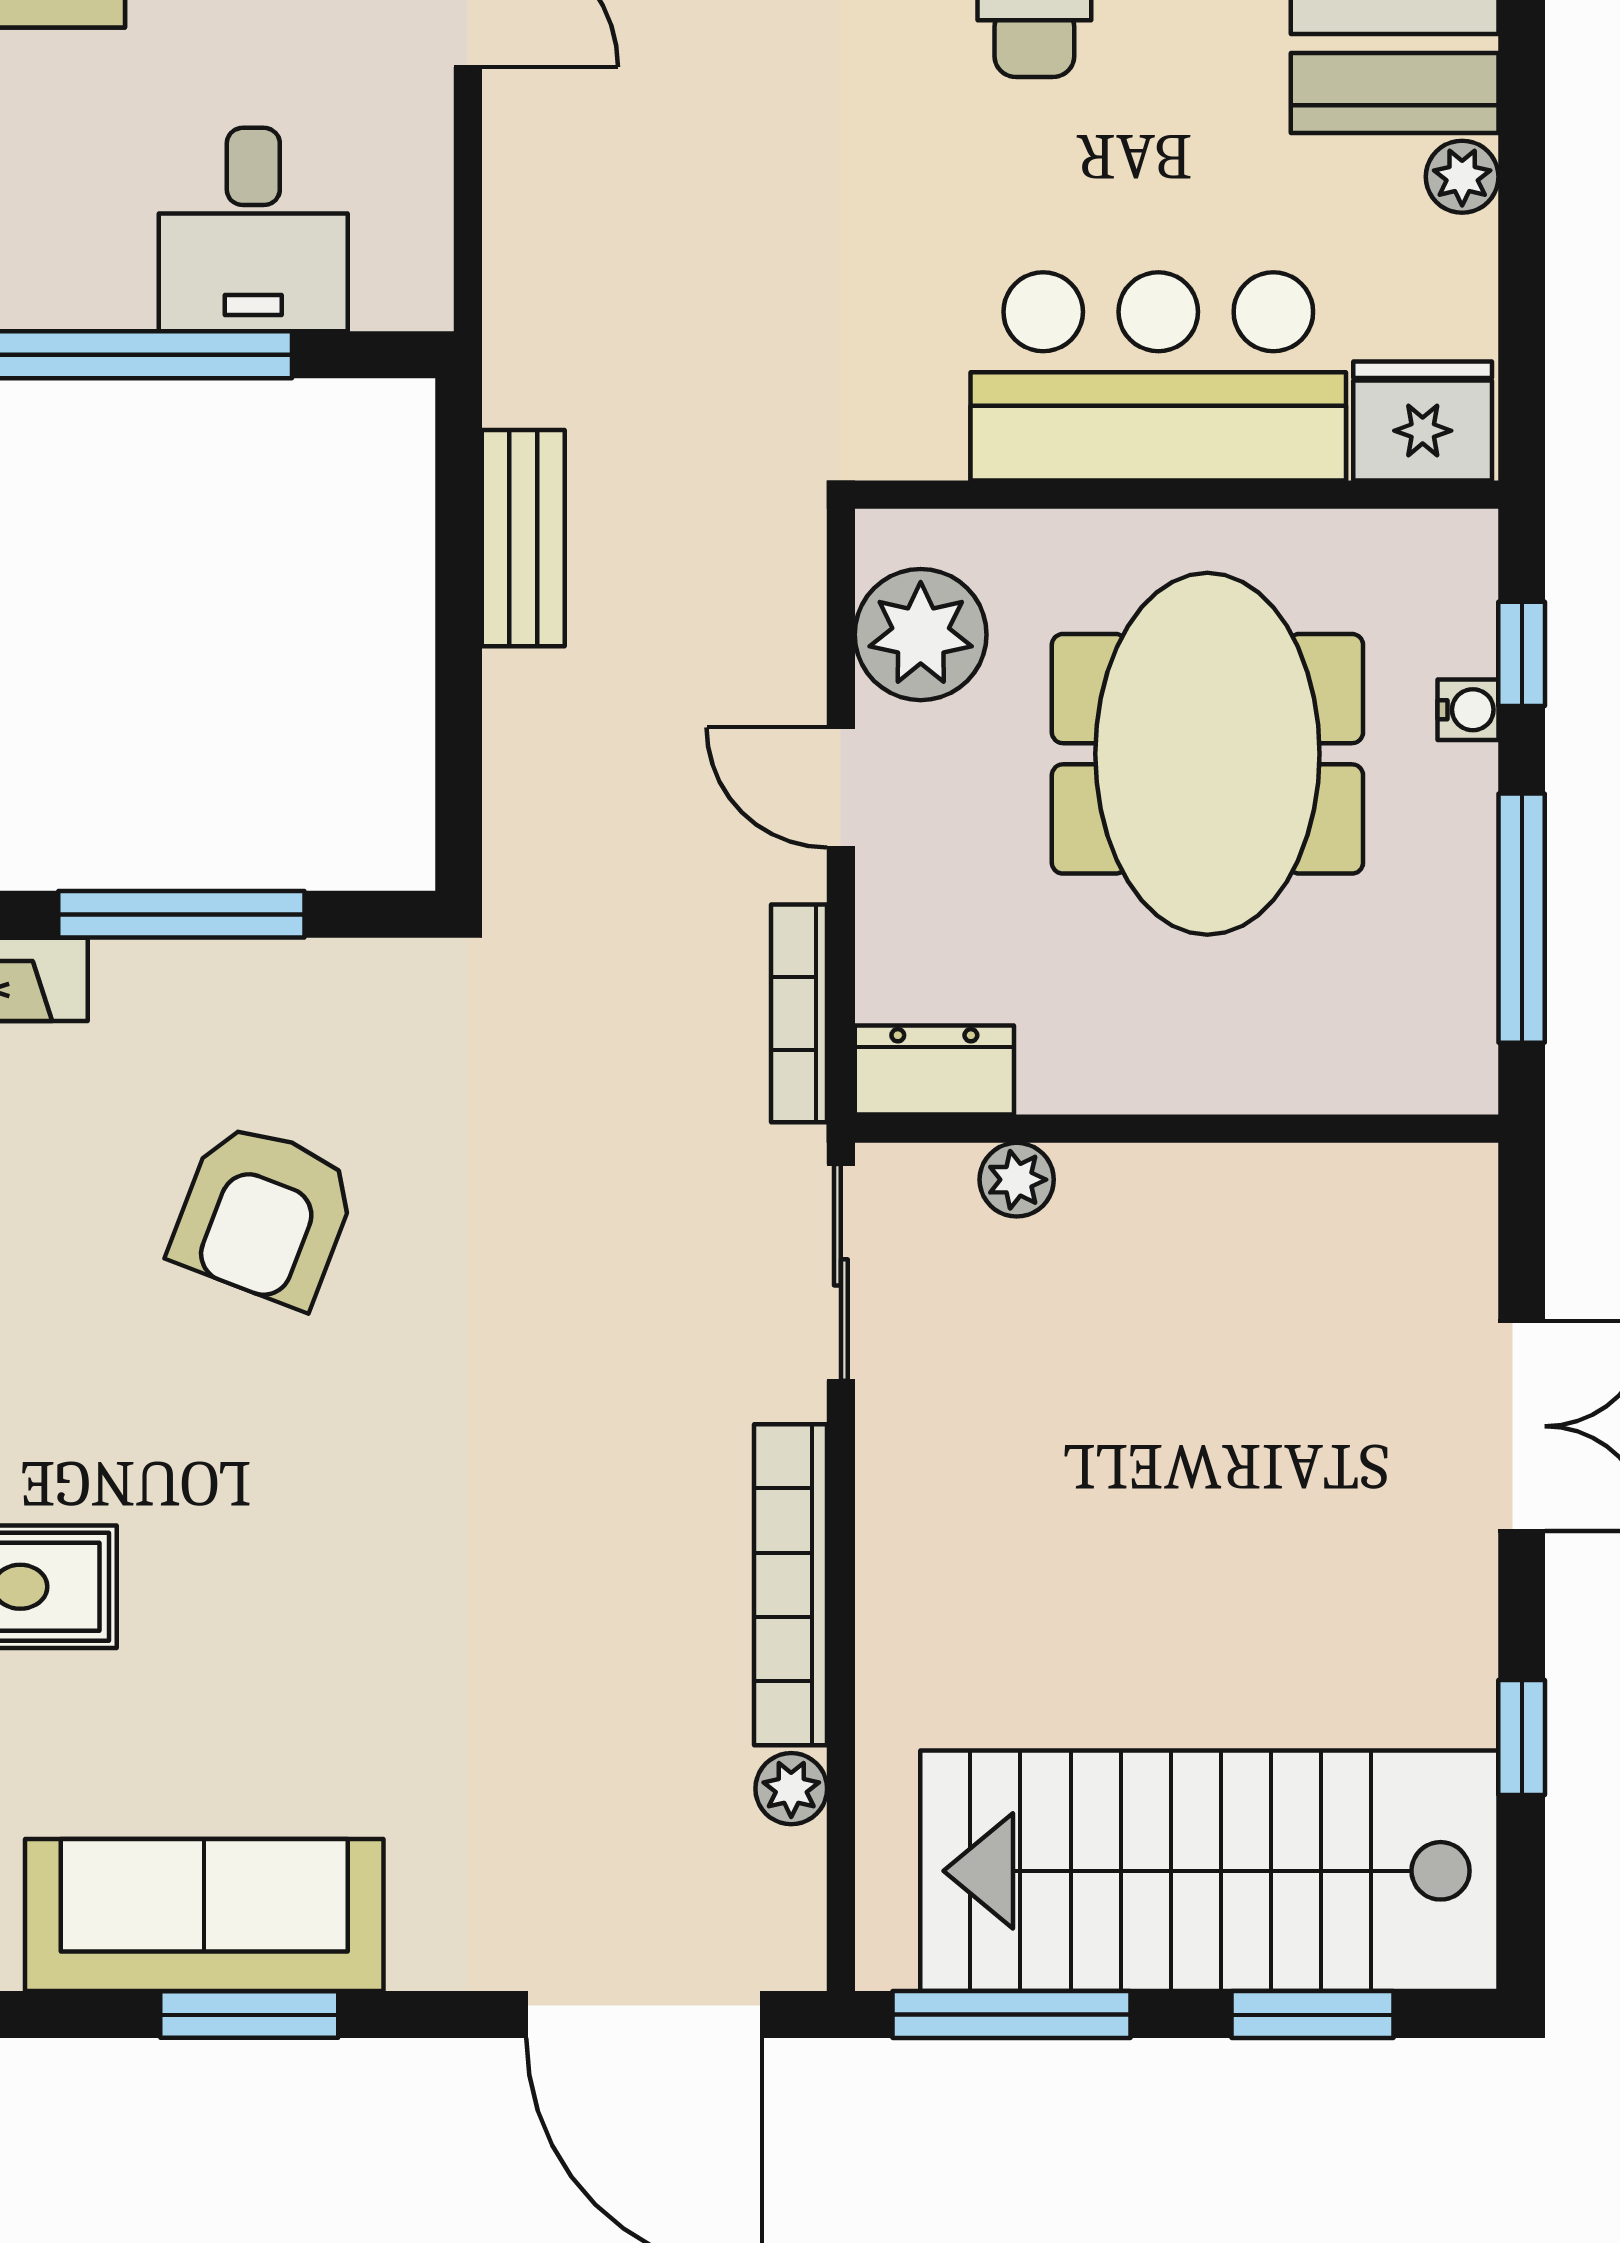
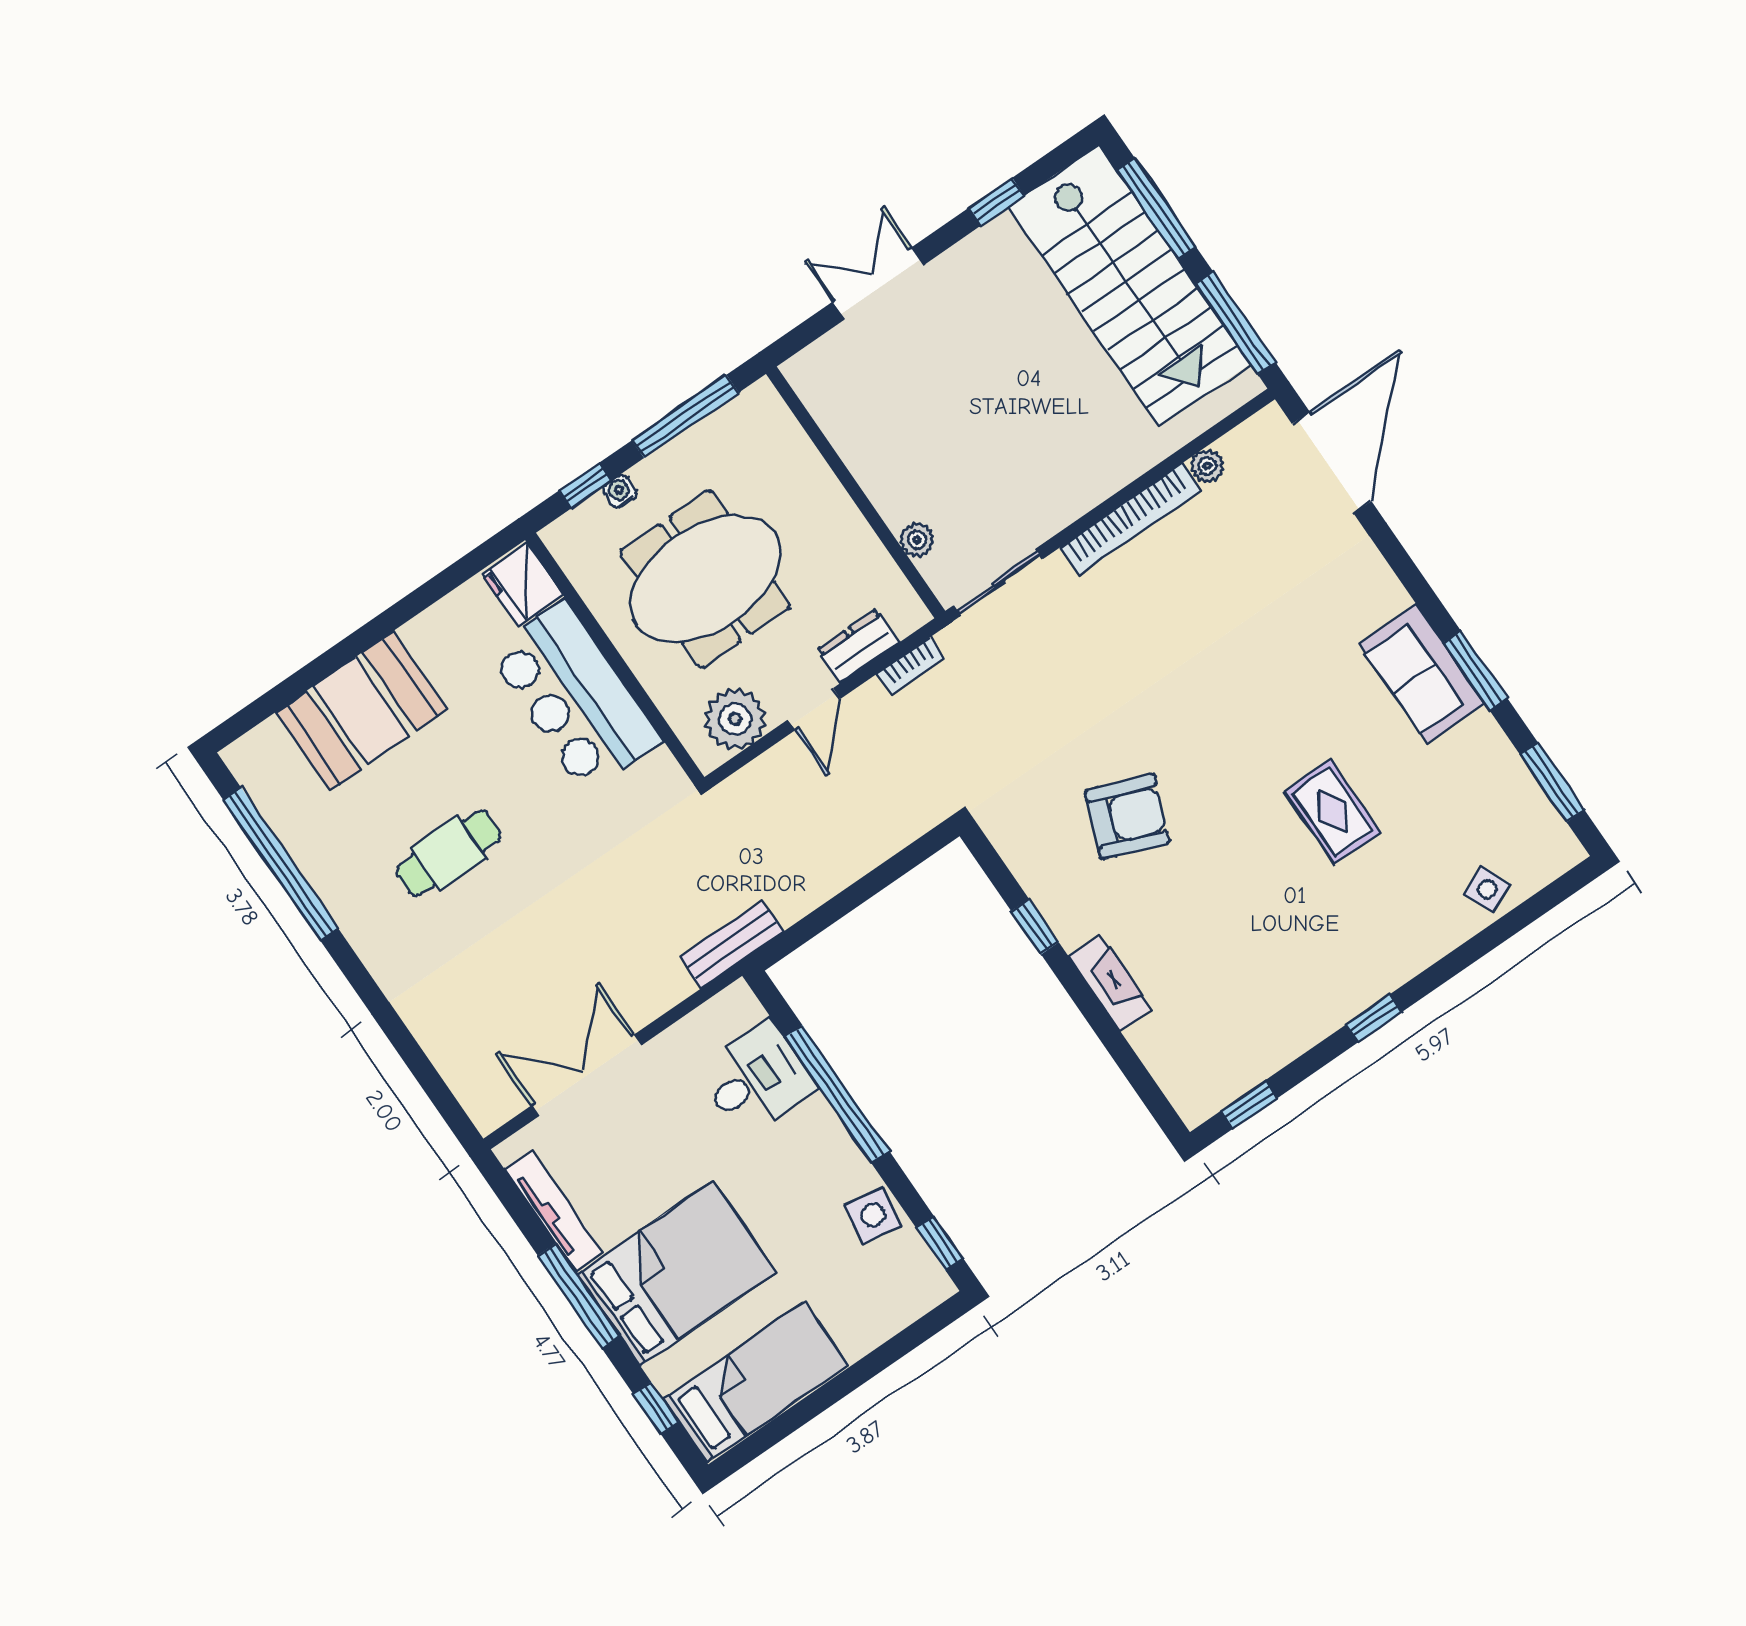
plant: (1462, 177) -> (419, 633), removed
bench: (523, 538) -> (732, 944), moved
window: (181, 914) -> (1035, 927), width x0.46
bookcase: (799, 1013) -> (911, 666), width x0.64
dresser: (934, 1070) -> (858, 646), moved, turned 90
sofa: (204, 1915) -> (1422, 674), width x0.73
window: (249, 2015) -> (1475, 671), moved
window: (1313, 2015) -> (1157, 209), width x1.44

